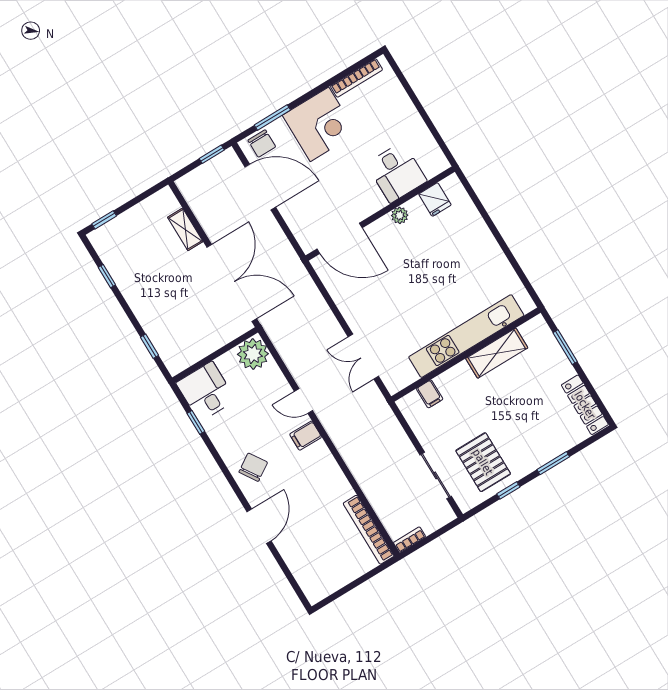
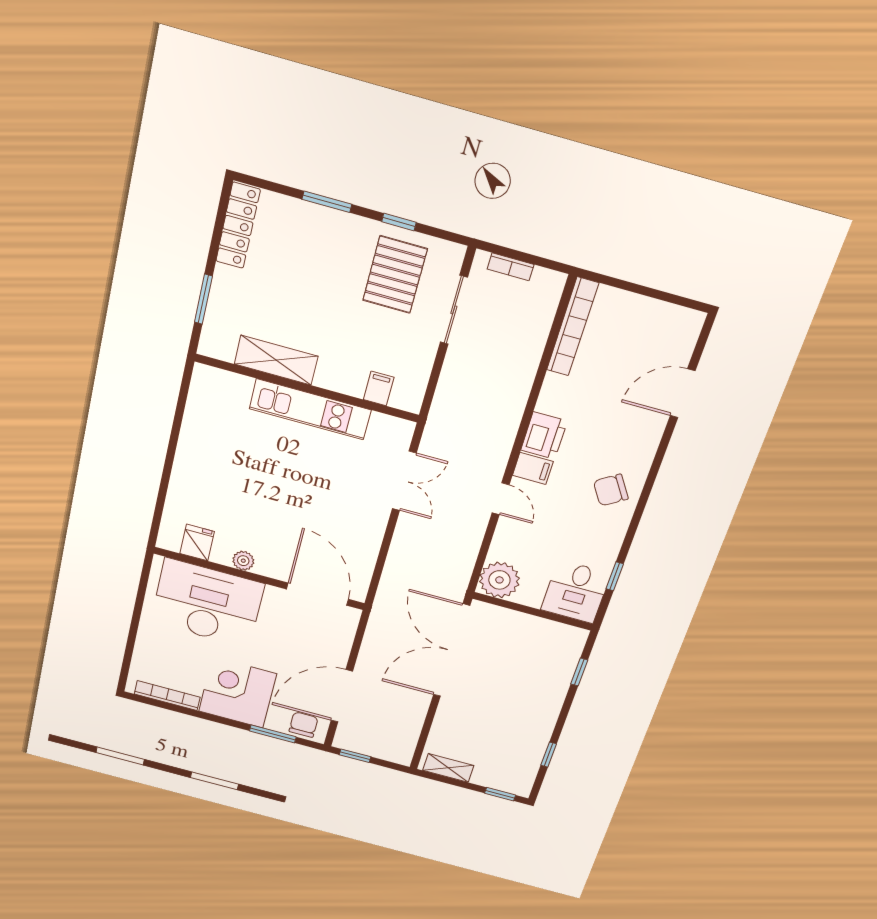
desk: (397, 172) -> (207, 603), width x1.87, depth x1.30
door: (260, 187) -> (342, 696), hinge flipped
shelving: (185, 229) -> (448, 768), moved, turned 90
kitchen unit: (466, 336) -> (310, 409), width x0.73
printer: (320, 459) -> (544, 436), added
door: (259, 526) -> (683, 393), moved
bookcase: (410, 540) -> (511, 267), moved

